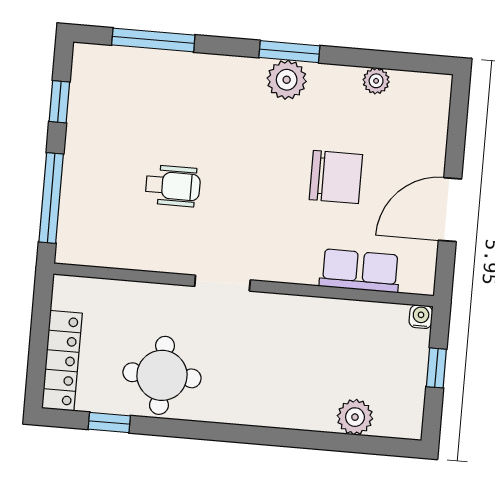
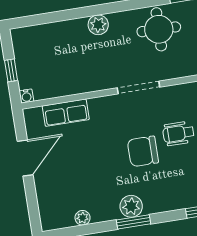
chair: (336, 177) -> (143, 151), moved
doorway: (222, 283) -> (138, 87), width x1.38
plant: (355, 417) -> (98, 25), moved

